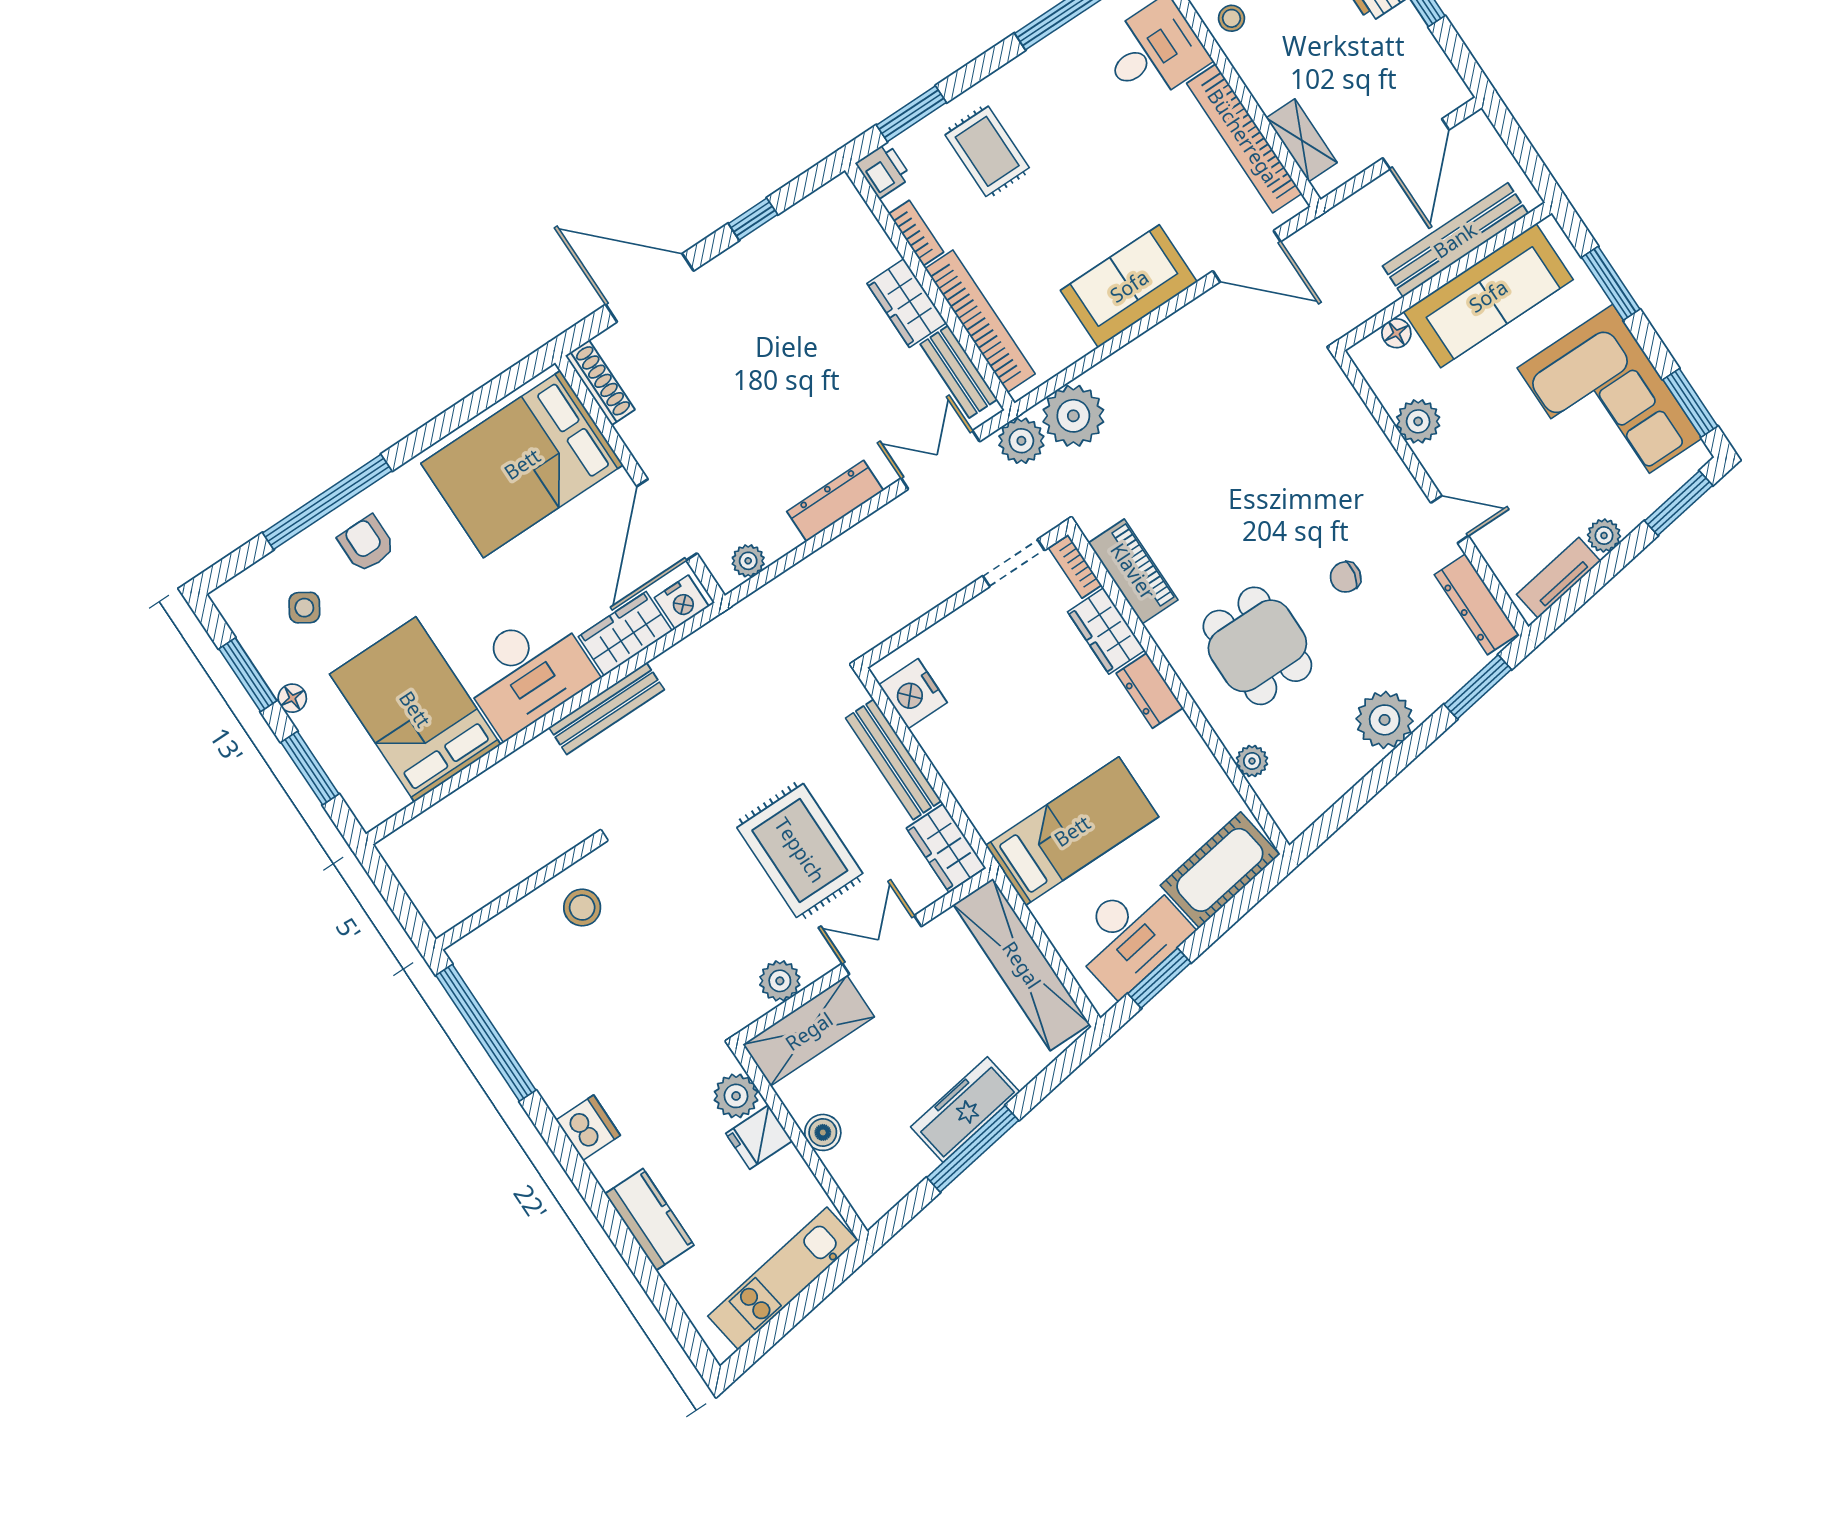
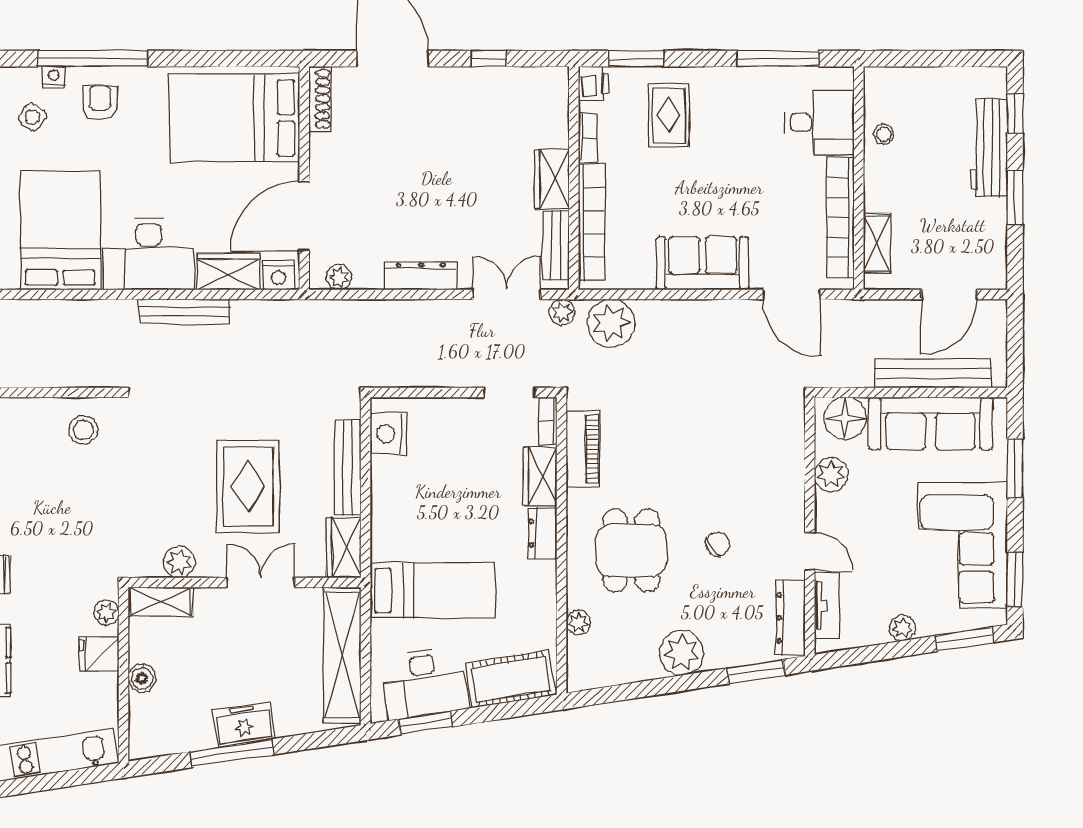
floor lamp: (1396, 333) -> (845, 418), width x1.89, depth x1.89
plant: (1021, 441) -> (562, 312), width x0.73, depth x0.73
nightstand: (299, 549) -> (54, 77), added
chair: (1346, 577) -> (718, 544), turned 132
tv unit: (1558, 578) -> (827, 606), moved, turned 99
shelving: (809, 1031) -> (160, 602), width x0.67, depth x0.75
plant: (736, 1096) -> (106, 613), width x0.73, depth x0.73
freezer: (965, 1110) -> (244, 725), width x0.71

